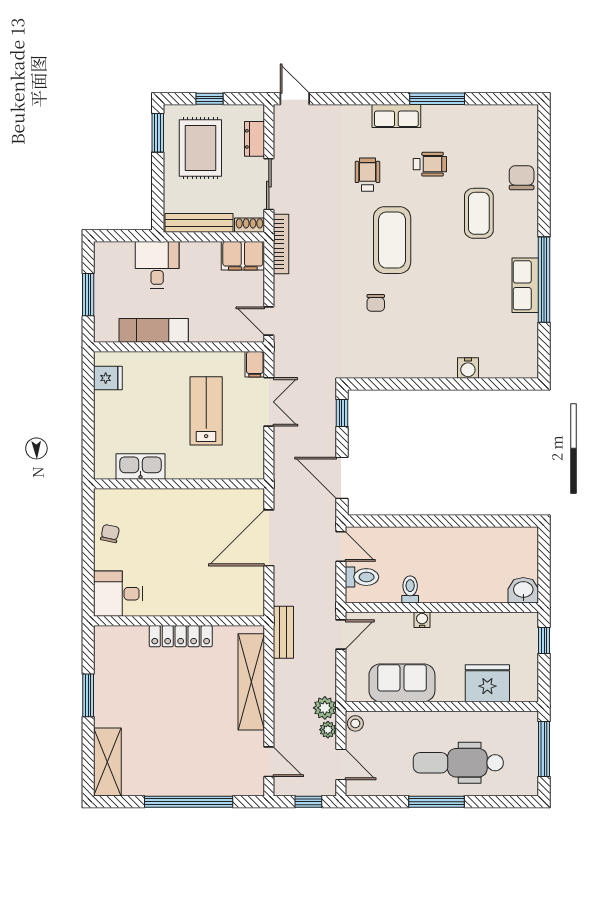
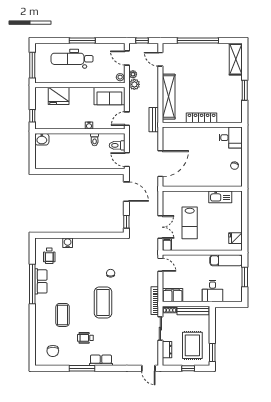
wheelchair: (367, 175) -> (49, 256), moved
chair: (522, 178) -> (53, 351), moved
exam couch: (154, 330) -> (226, 260), moved
double door: (269, 402) -> (160, 227), swing flipped
sofa: (402, 683) -> (109, 96), moved
dental chair: (458, 763) -> (72, 59), turned 180

